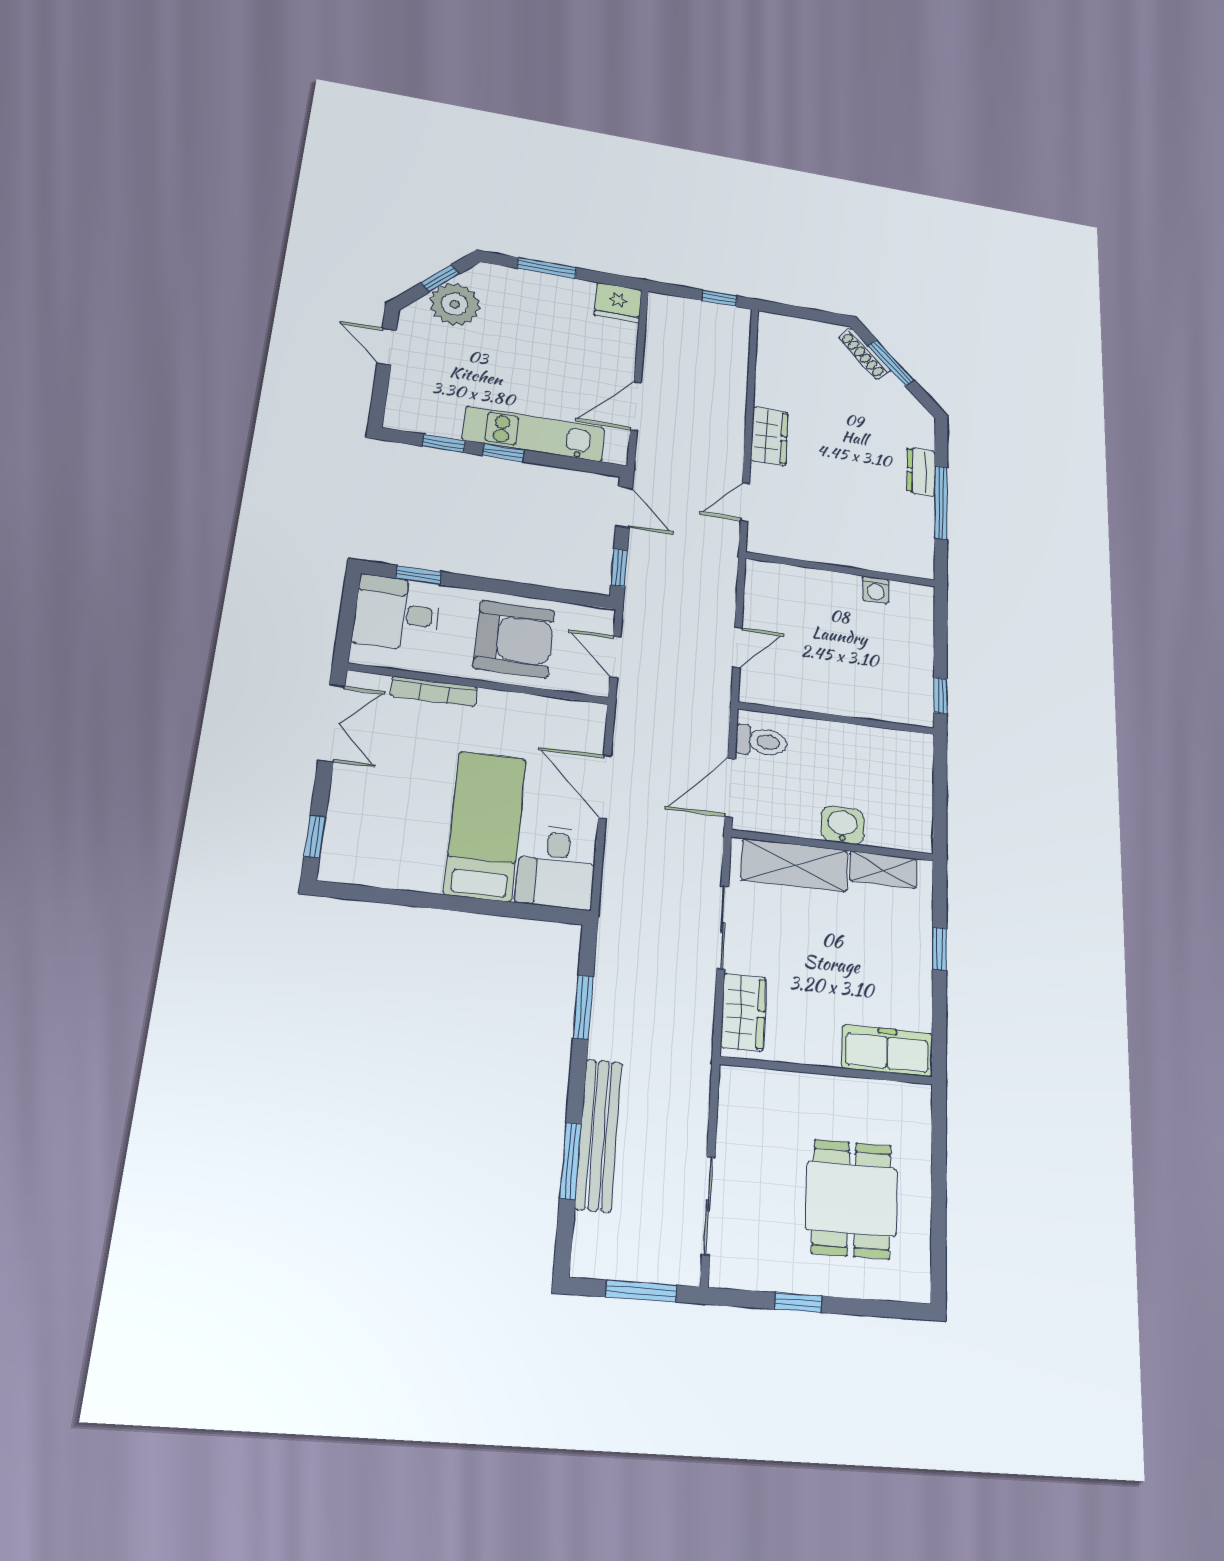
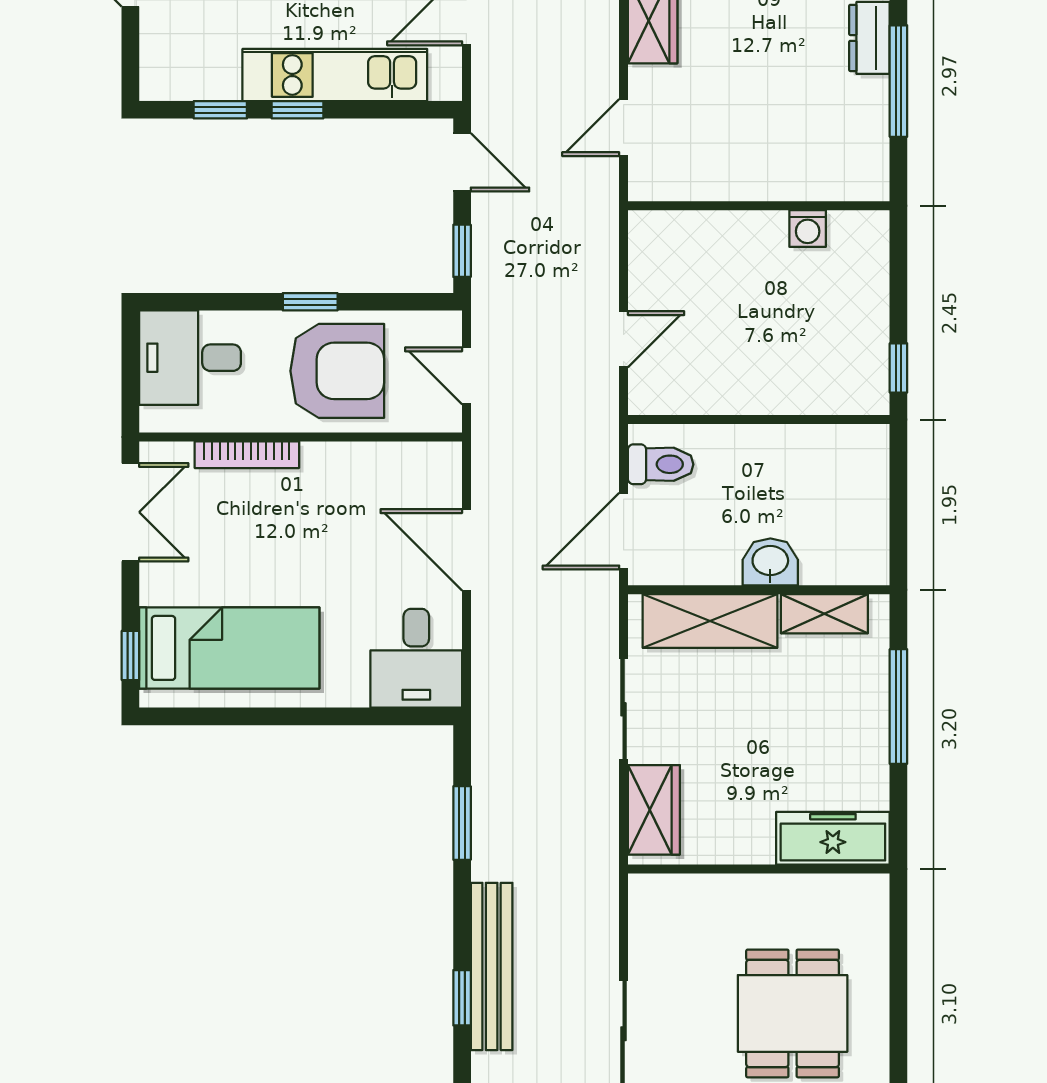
window: (419, 575) -> (310, 302), moved
bed: (485, 826) -> (229, 648), moved, turned 90
window: (940, 949) -> (898, 707), width x2.17
window: (571, 1161) -> (462, 998), width x0.67

